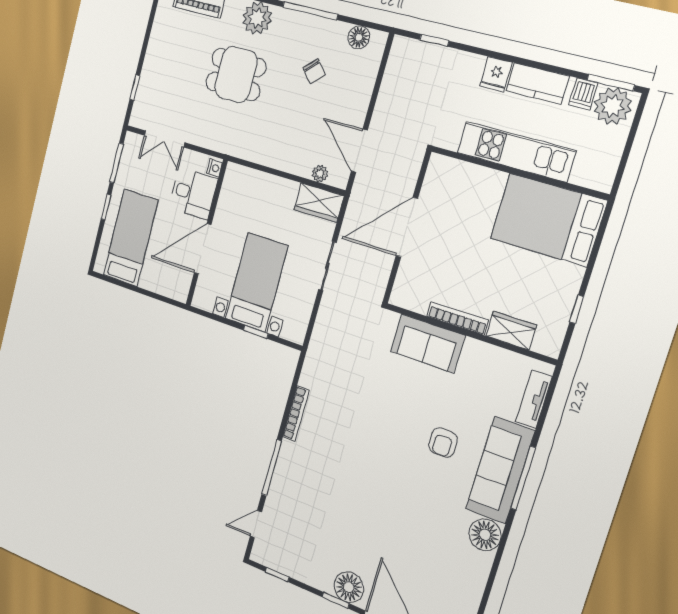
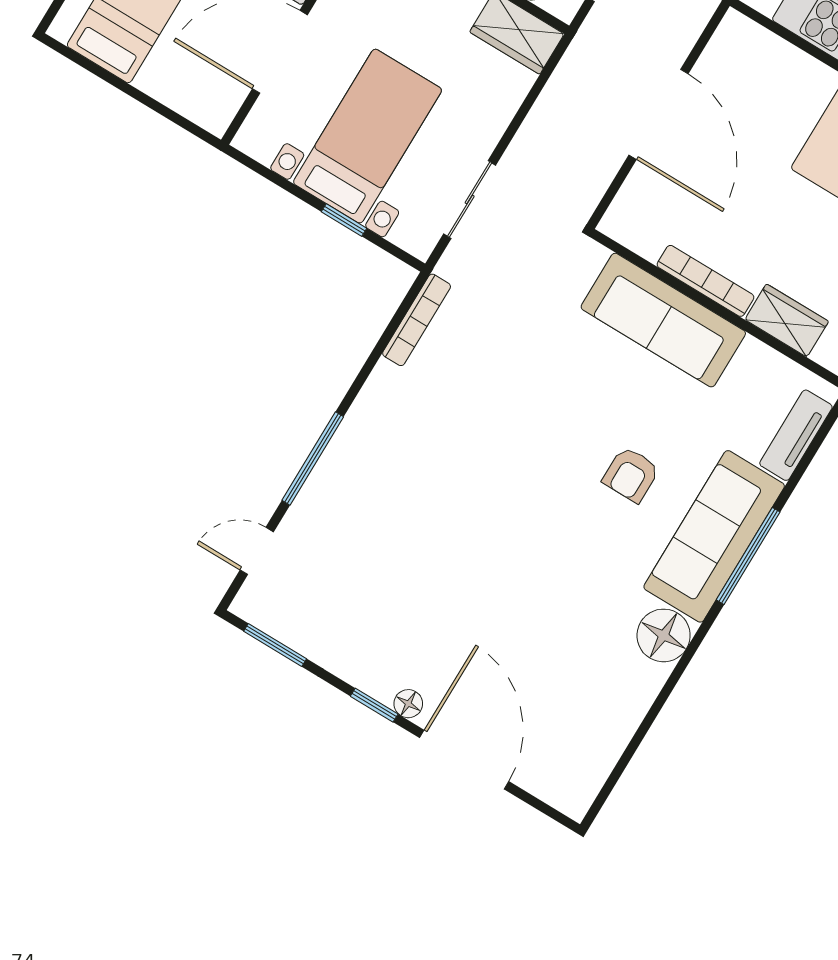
door: (407, 227) -> (658, 114), swing flipped
sliding door: (327, 266) -> (470, 199), moved
sofa: (428, 343) -> (663, 320), width x1.36
bookcase: (296, 413) -> (417, 320), moved
window: (277, 574) -> (275, 645), width x1.50
floor lamp: (349, 587) -> (408, 704), width x0.53, depth x0.53

